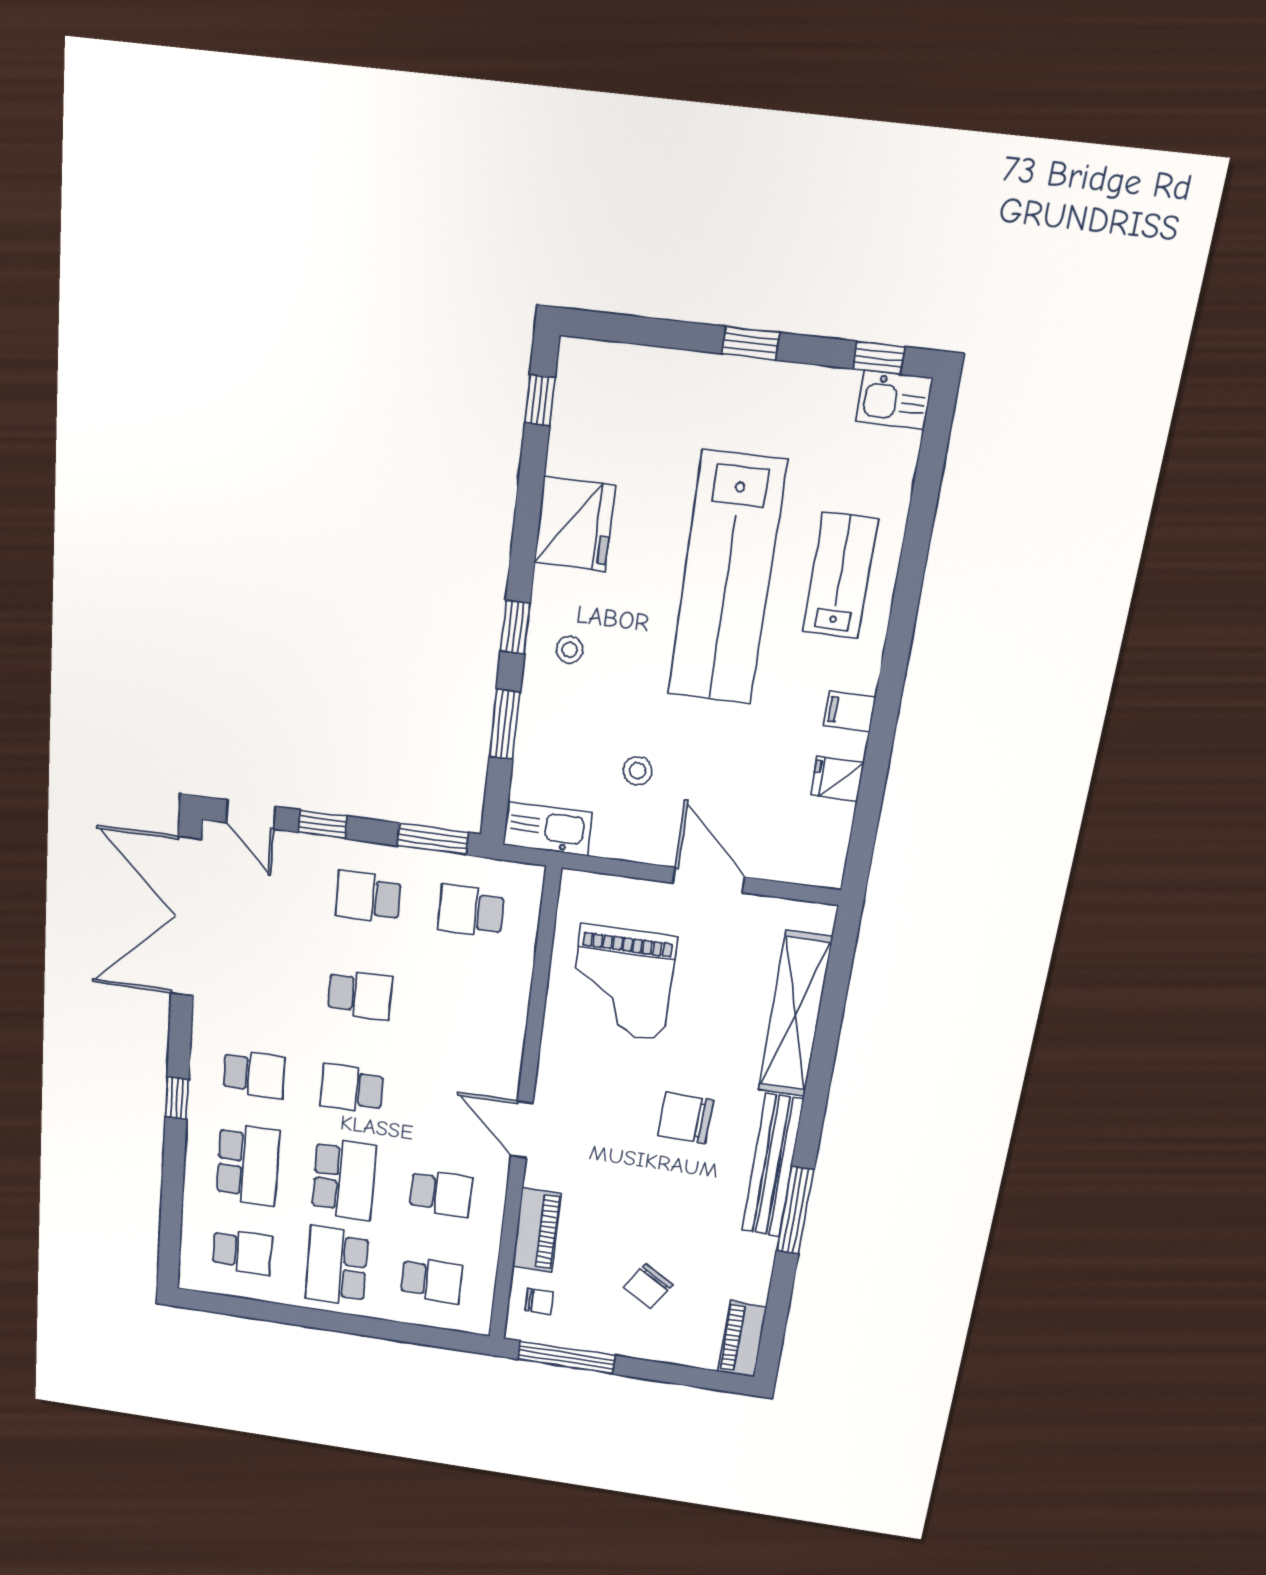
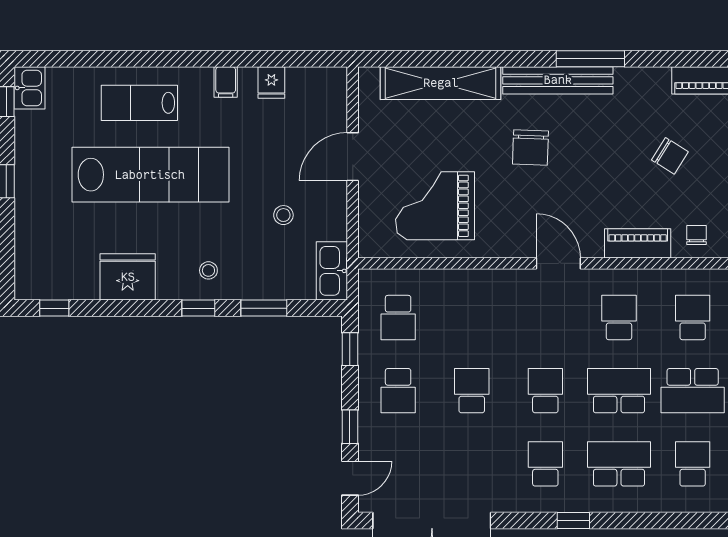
window: (433, 839) -> (350, 349), width x0.67
grand piano: (622, 983) -> (435, 206), turned 180
school desk: (352, 1089) -> (545, 391), turned 180
door: (522, 1130) -> (558, 263), swing flipped

